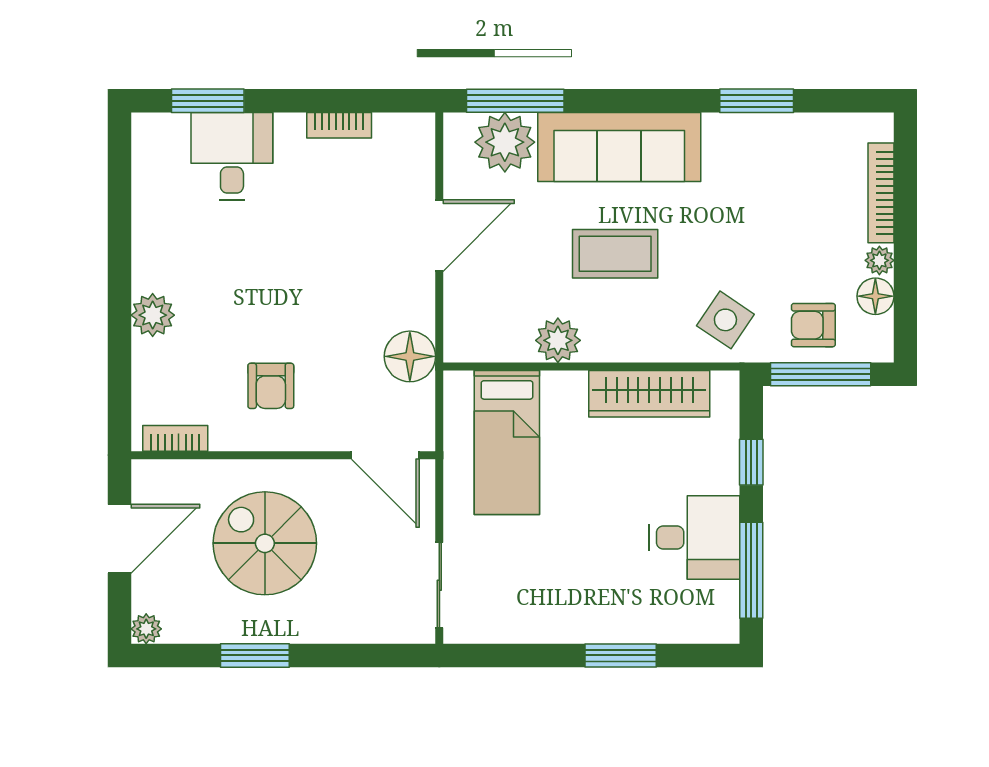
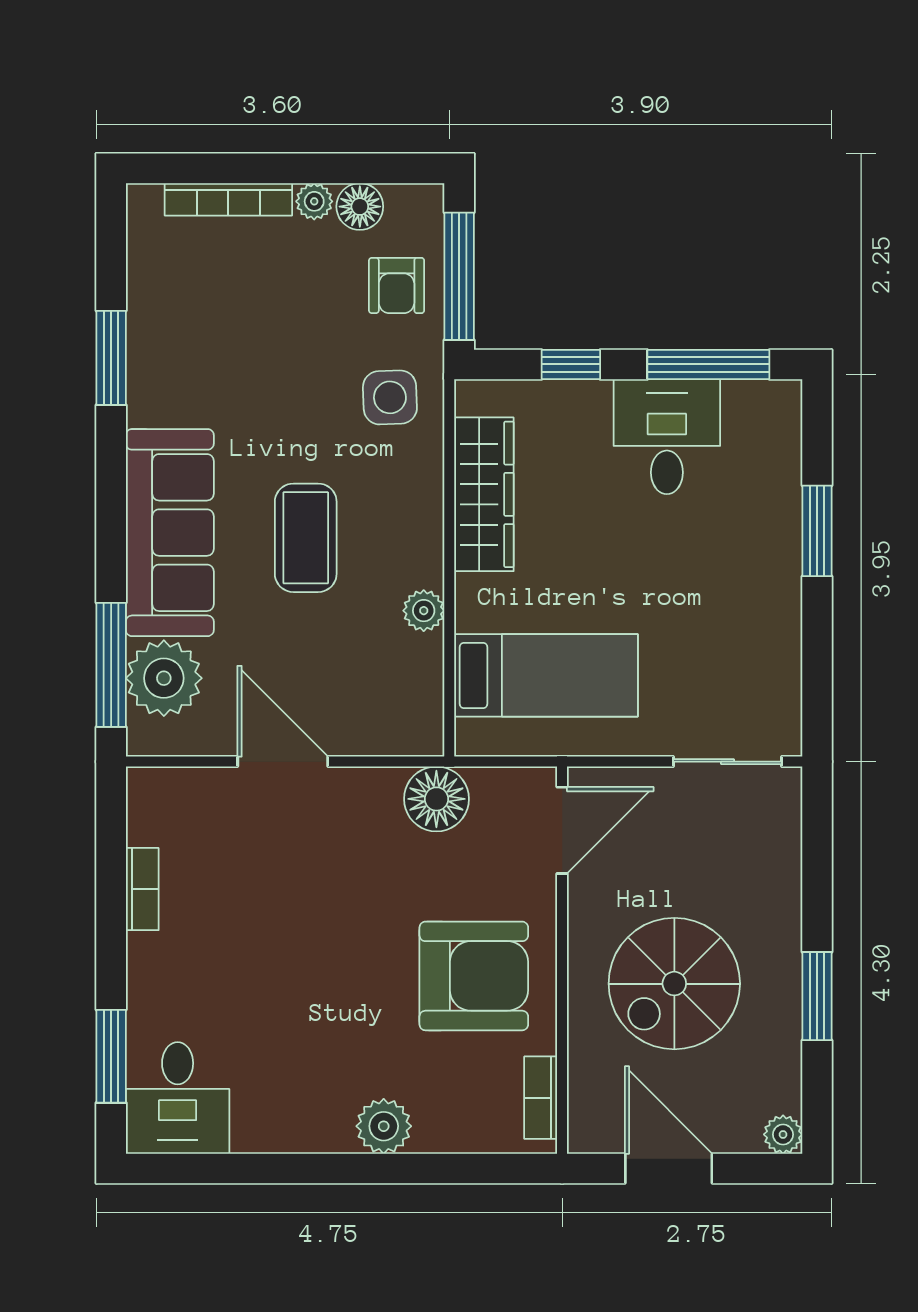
desk: (232, 156) -> (178, 1098), moved, turned -90
side table: (725, 320) -> (390, 397), turned -36
plant: (558, 340) -> (424, 611), width x0.73, depth x0.73
armchair: (271, 386) -> (474, 976), width x1.88, depth x1.88

